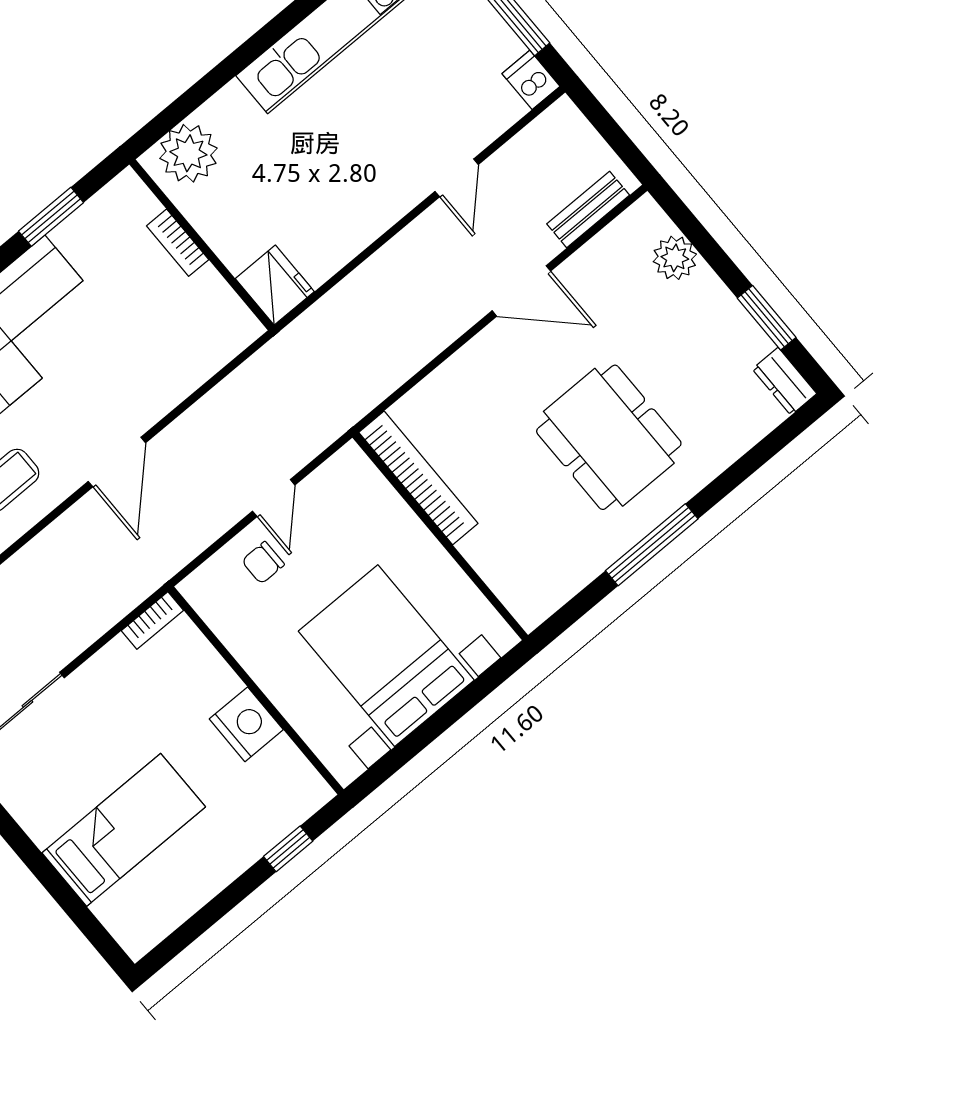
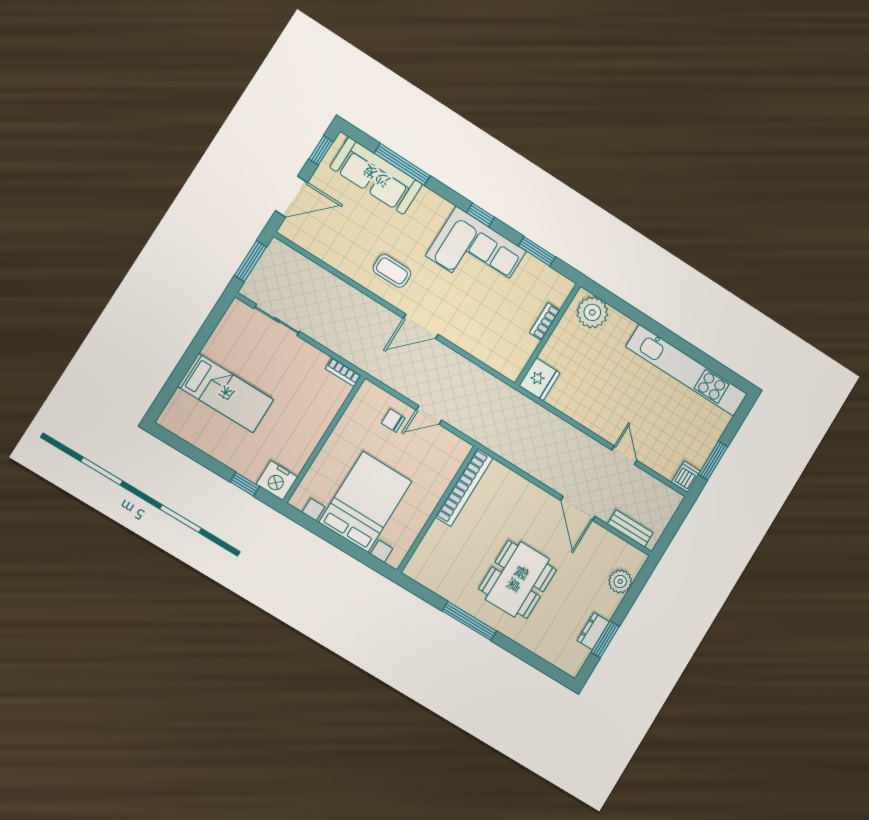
door: (457, 178) -> (624, 455), swing flipped
dresser: (784, 381) -> (593, 631), moved
nightstand: (246, 724) -> (277, 481), moved, turned 90

